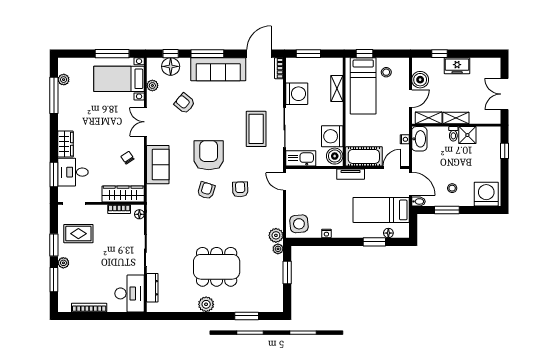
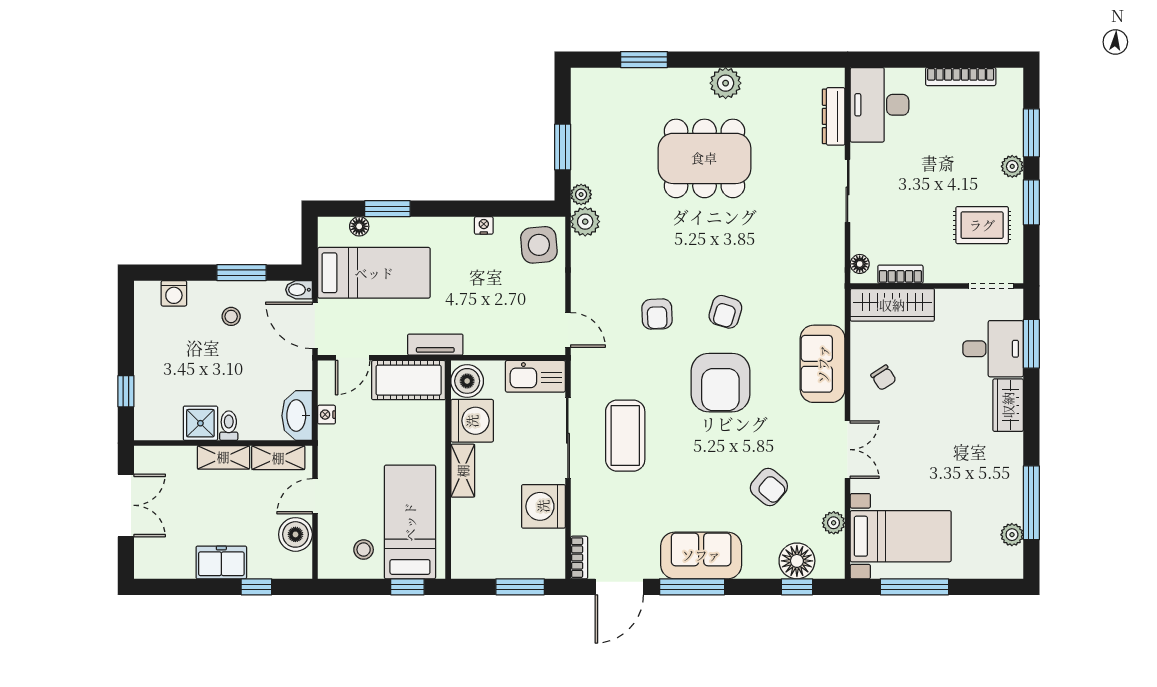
window: (207, 54) -> (692, 587), moved
sofa: (218, 69) -> (701, 555), width x0.73
shelving: (337, 88) -> (463, 471), moved
washing machine: (486, 194) -> (174, 293), width x0.53, depth x0.53

